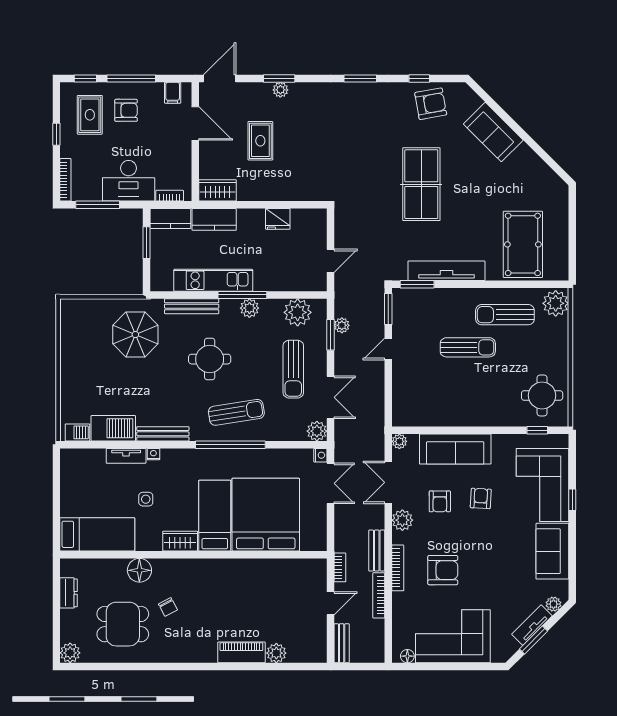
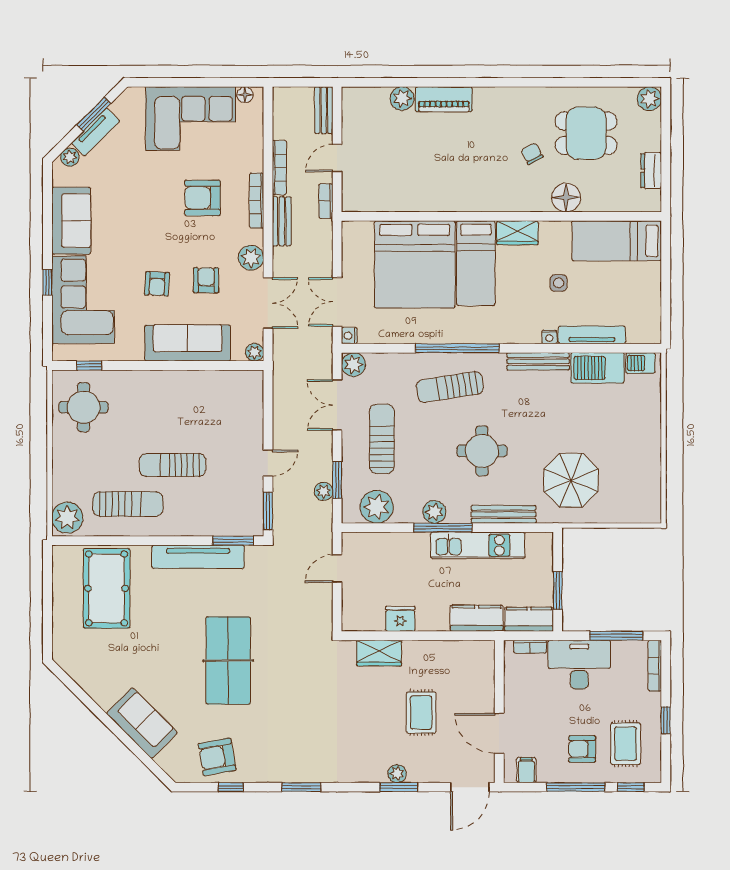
wardrobe: (217, 190) -> (379, 653), moved
tv unit: (126, 456) -> (592, 335), width x1.41

